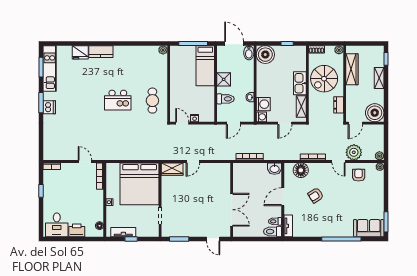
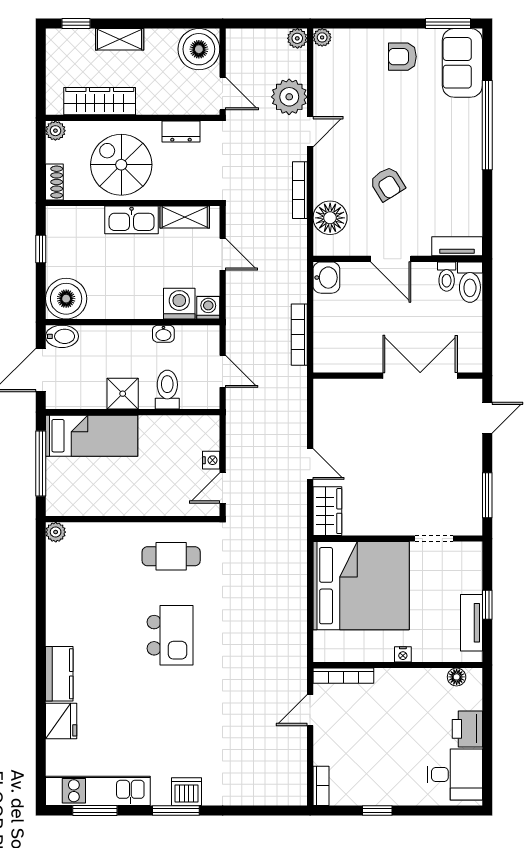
spiral stairs: (324, 79) -> (121, 165), turned 180
armchair: (359, 175) -> (402, 57), moved

